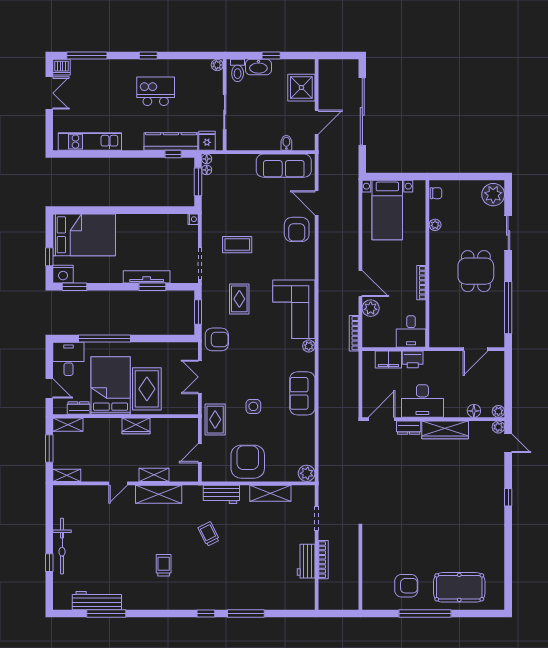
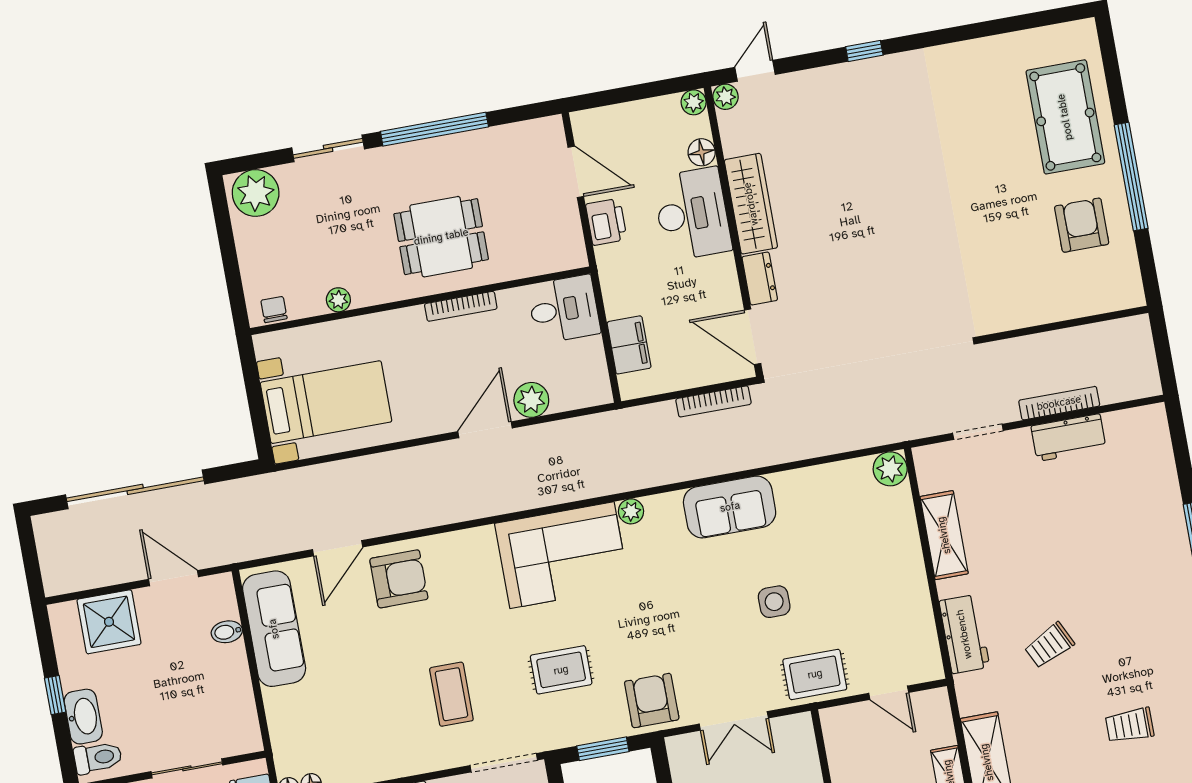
dining table: (476, 271) -> (441, 237), moved
window: (508, 308) -> (434, 129), moved
bookcase: (354, 333) -> (714, 401), moved
printer: (413, 359) -> (606, 222), moved
desk: (422, 401) -> (692, 214), moved
armchair: (248, 462) -> (888, 593), removed

